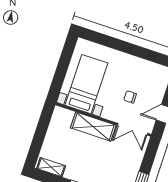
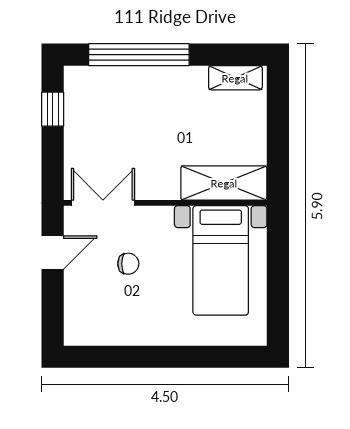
shelving: (93, 127) -> (224, 183), moved

